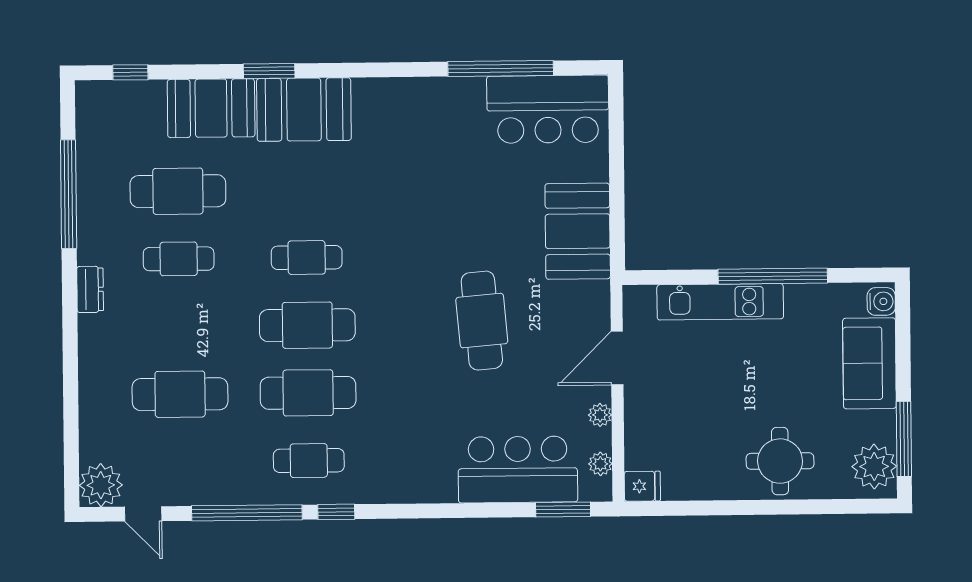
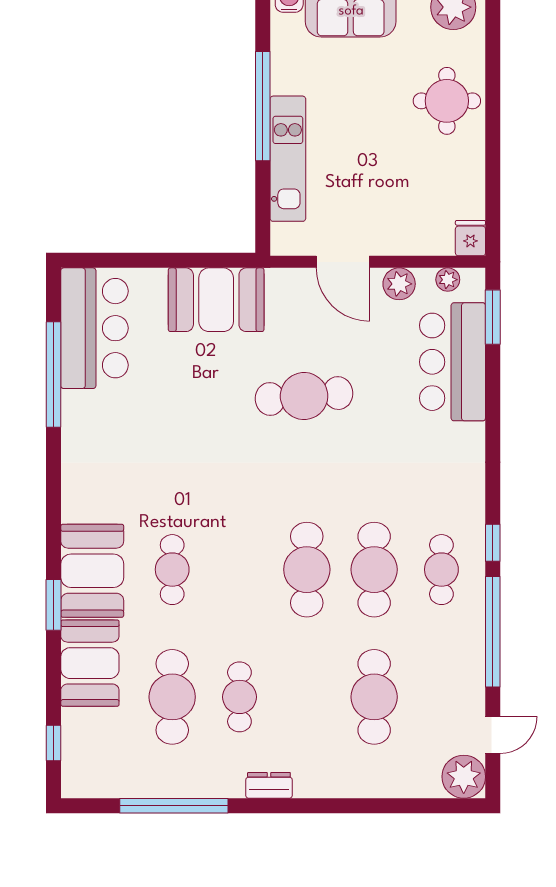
cafe table: (307, 258) -> (172, 570), moved
plant: (600, 415) -> (399, 284), width x1.38, depth x1.38

